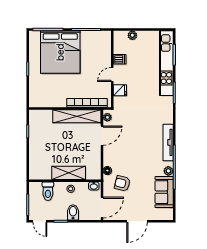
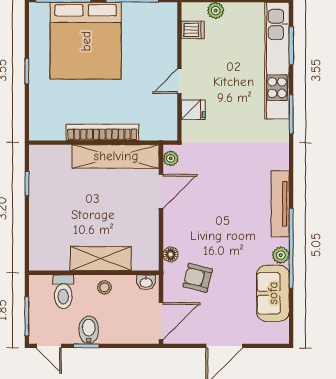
dishwasher: (120, 59) -> (193, 30), moved
bookcase: (87, 103) -> (102, 132), moved
bidet: (73, 212) -> (89, 330), moved

